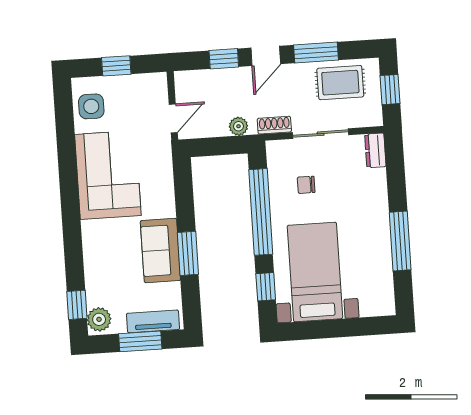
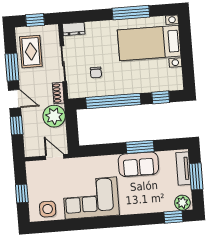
plant: (238, 126) -> (54, 116), width x1.88, depth x1.88
bed with nightstands: (315, 272) -> (149, 43), moved

